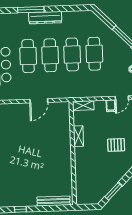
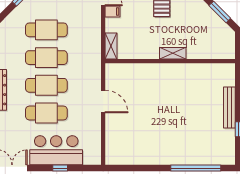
shelving: (78, 136) -> (173, 53), moved
bench: (54, 201) -> (229, 107), moved

